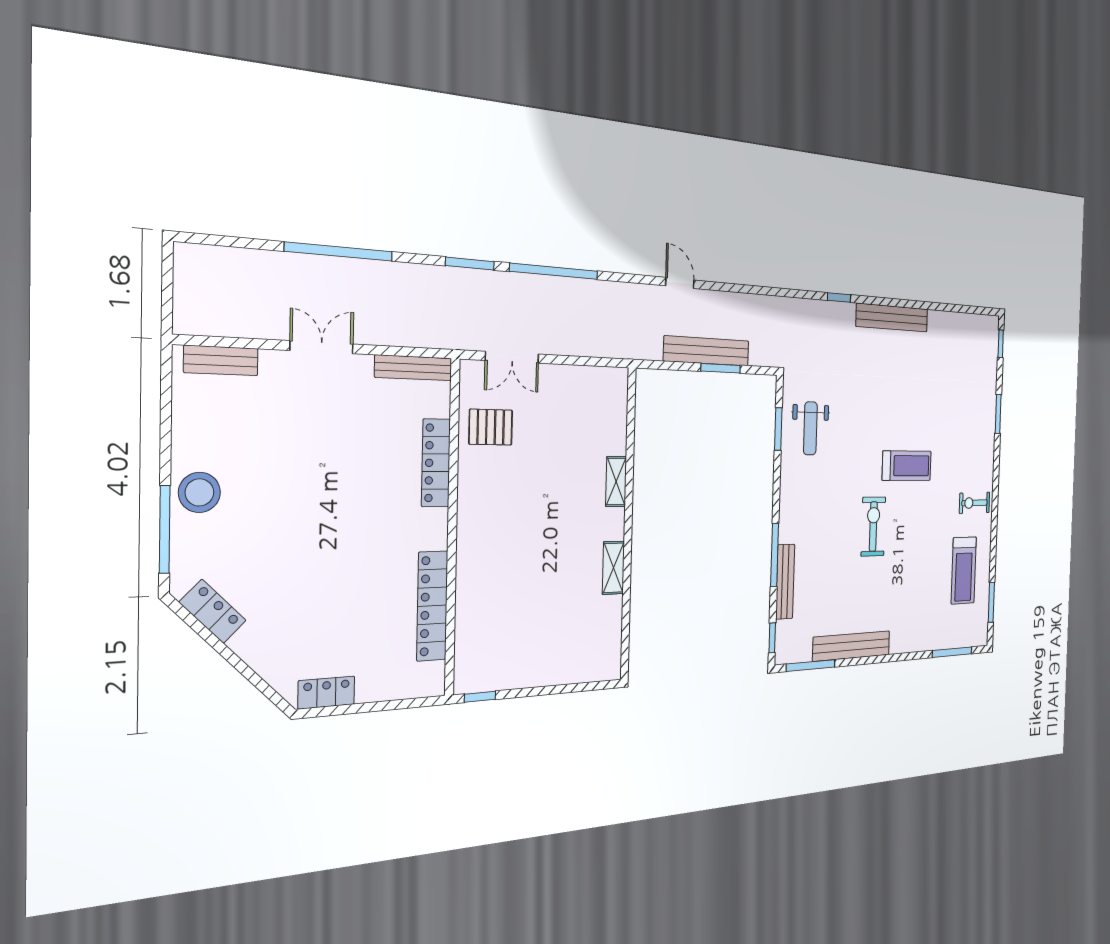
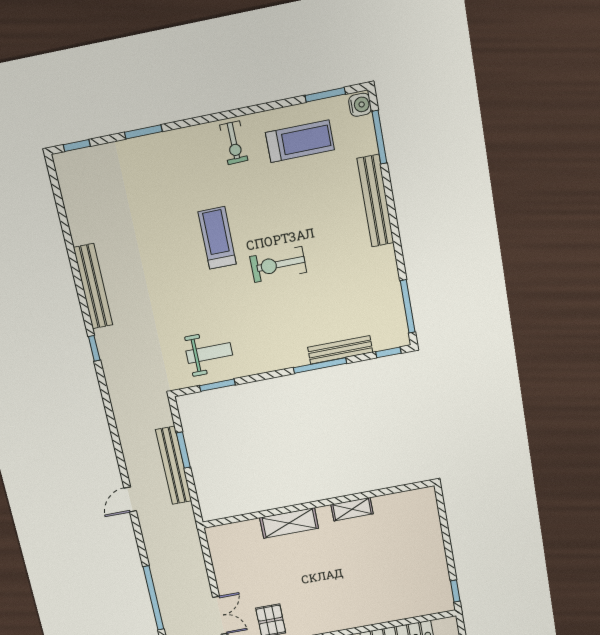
shelving: (616, 481) -> (289, 523), width x1.50, depth x1.33
water cooler: (978, 636) -> (360, 105), added
bench: (852, 646) -> (376, 201), moved

